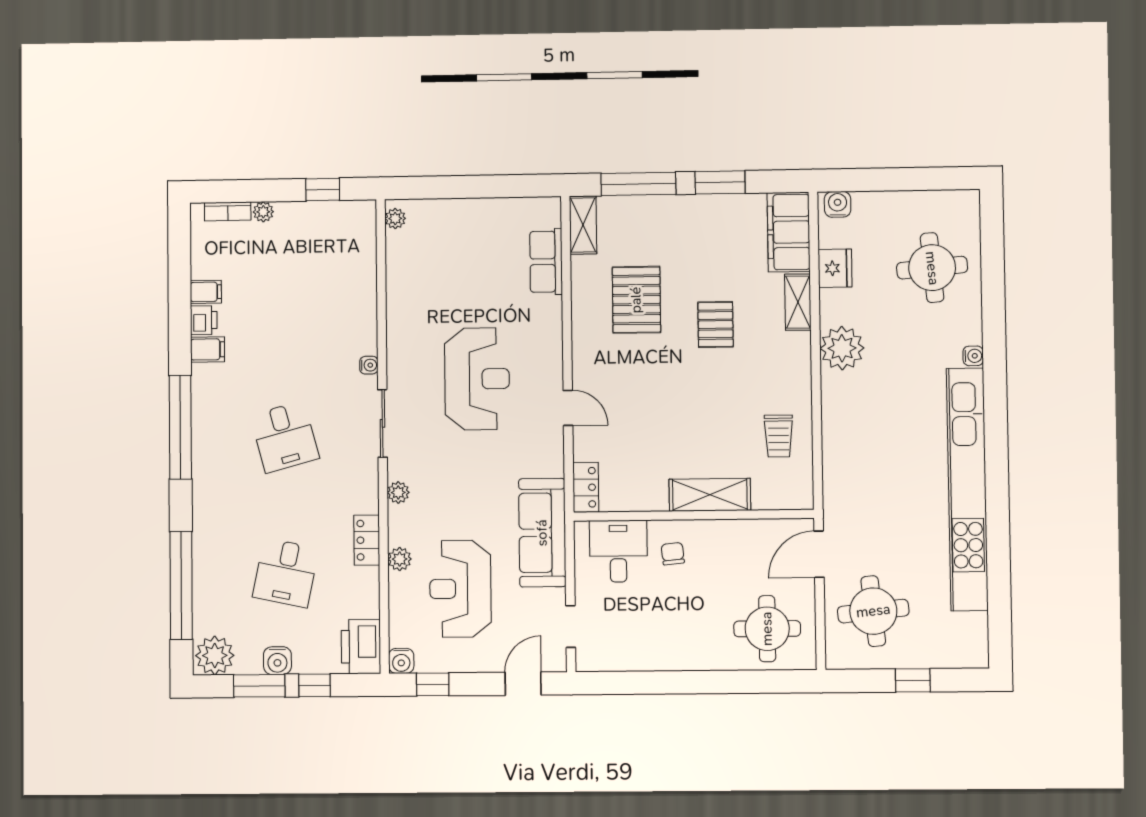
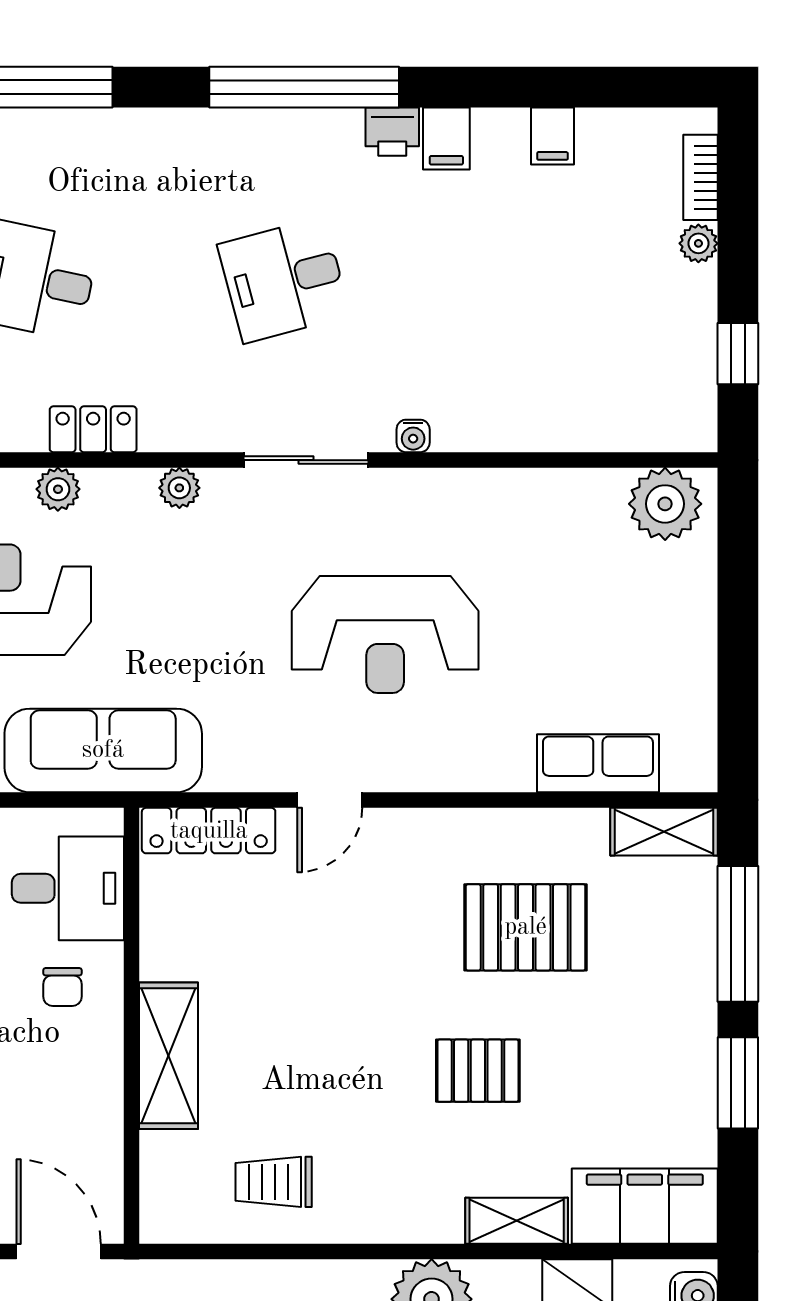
plant: (395, 219) -> (665, 504), width x1.88, depth x1.88
printer: (204, 320) -> (392, 132), moved
locker: (586, 487) -> (209, 831), width x1.53
chair: (673, 554) -> (62, 987), turned 96

